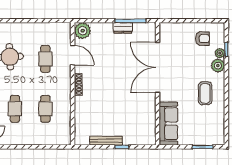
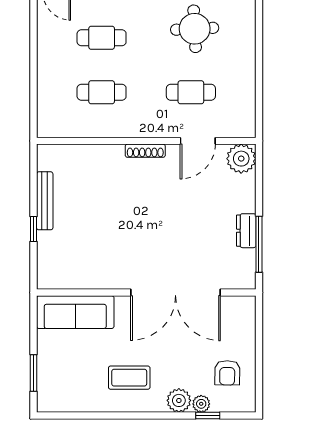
double door: (157, 67) -> (175, 293), swing flipped

